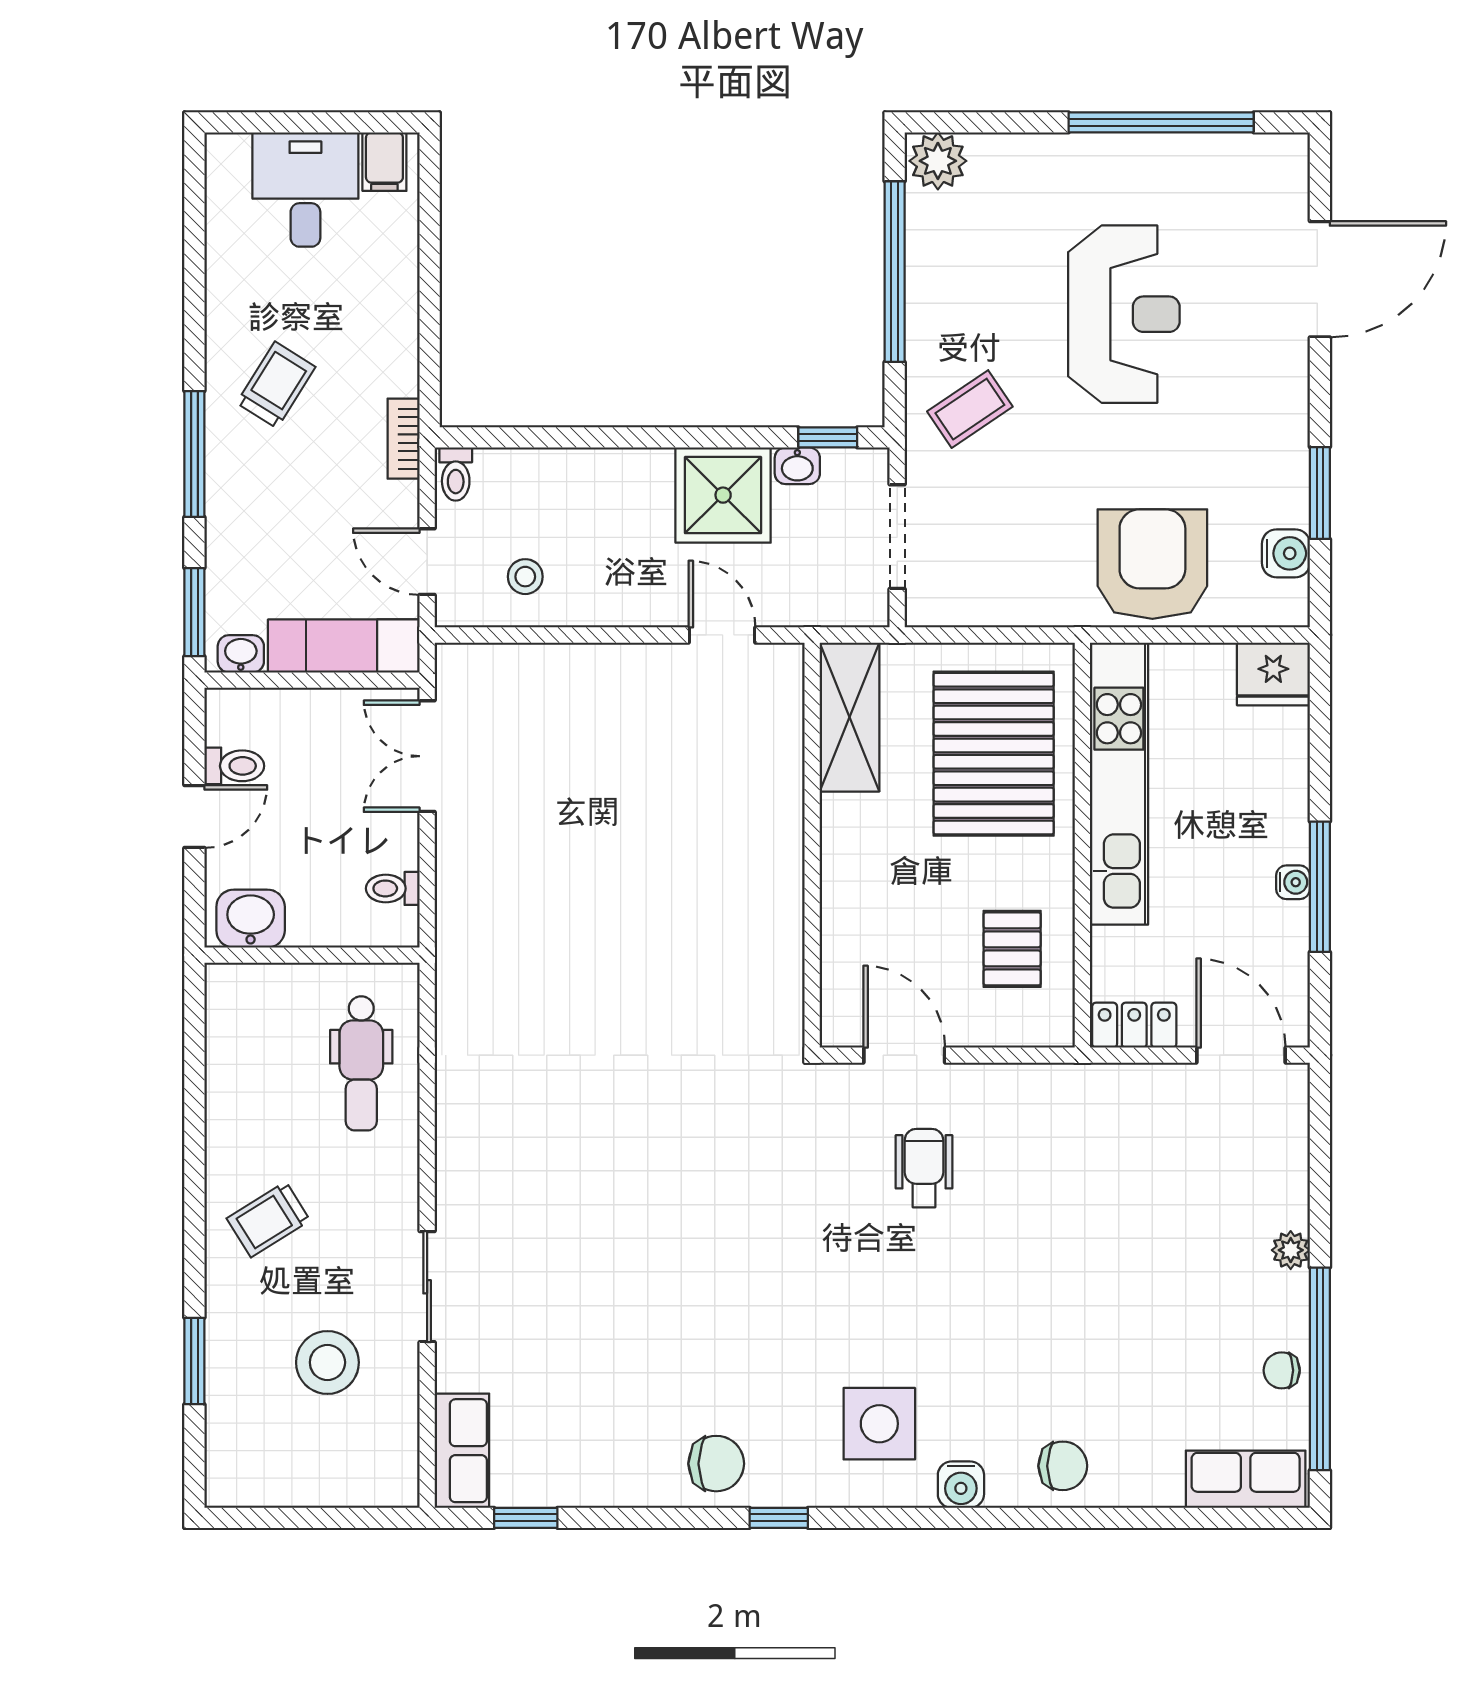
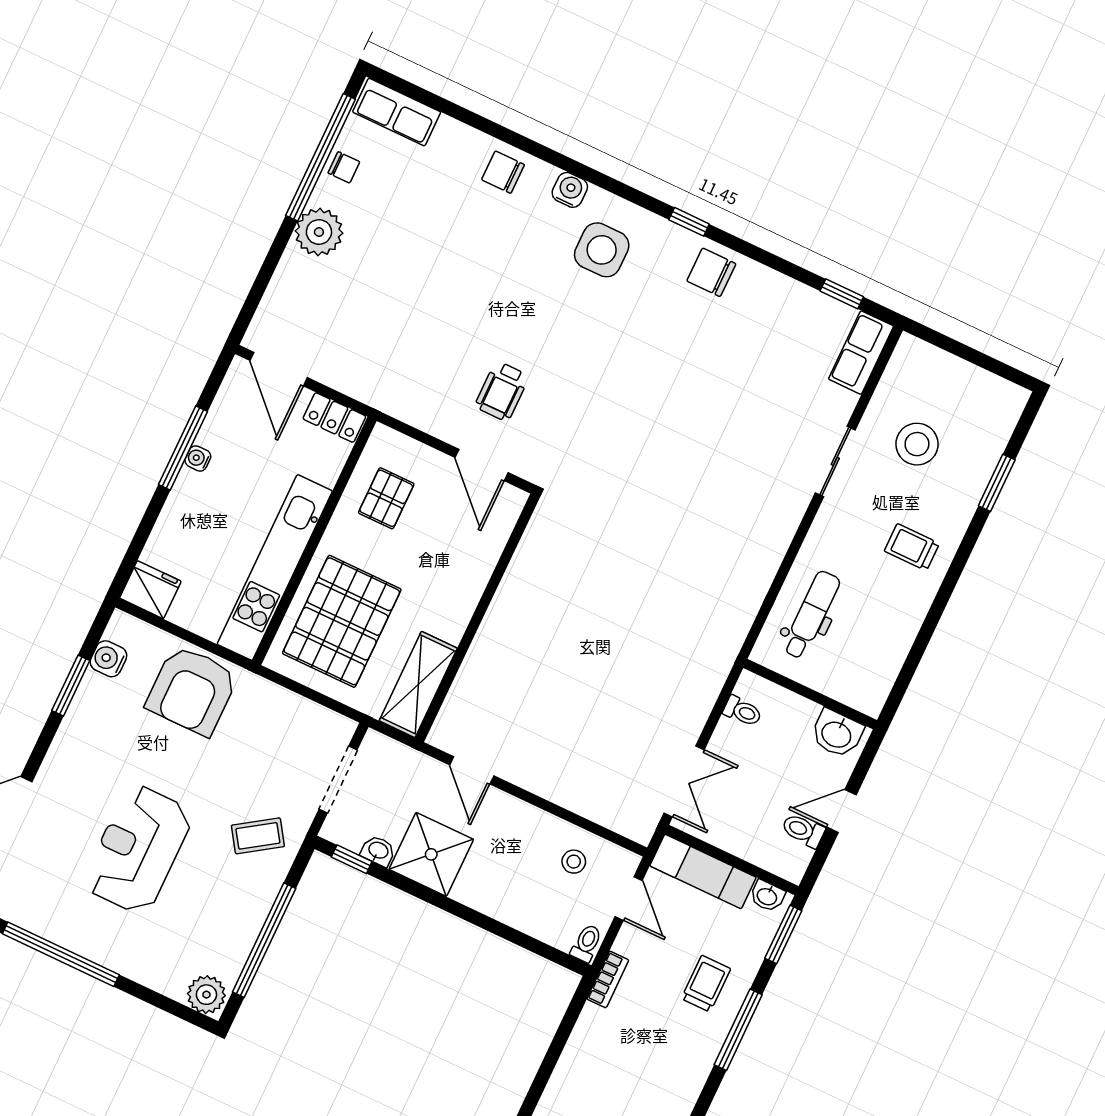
trolley: (276, 385) -> (706, 984), moved, turned 148
trolley: (268, 1219) -> (912, 547), turned -148
plant: (1291, 1250) -> (319, 232), width x1.88, depth x1.88

